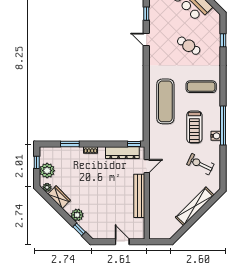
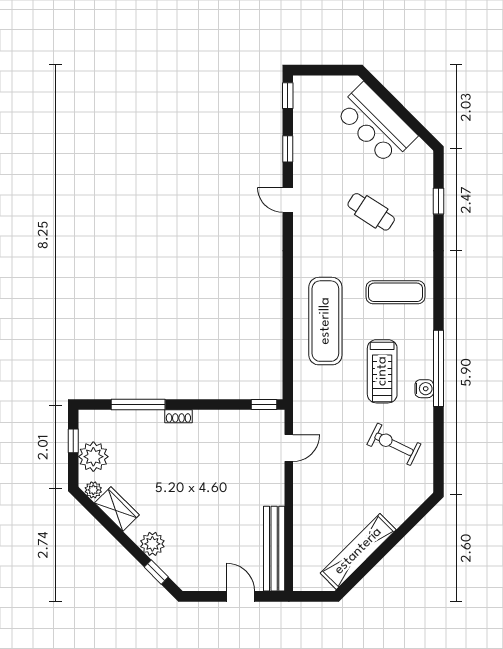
window: (70, 144) -> (138, 404), width x1.44
dresser: (122, 153) -> (241, 421), removed
bench: (139, 196) -> (274, 549), moved
shelving: (195, 206) -> (358, 551), moved

